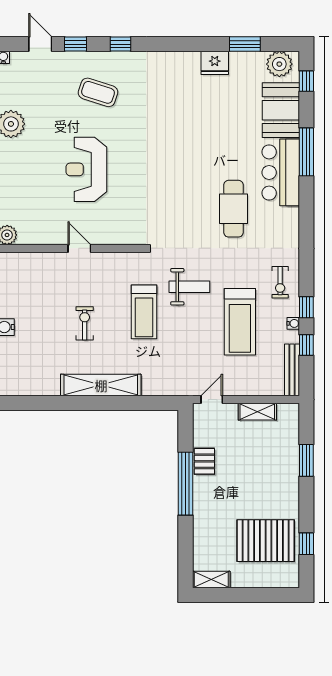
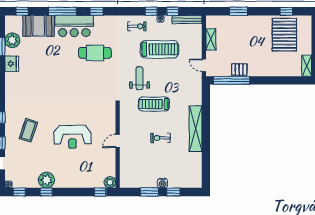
plant: (279, 64) -> (12, 40), moved
window: (306, 212) -> (97, 11), added
treadmill: (144, 312) -> (154, 104), turned 180
window: (186, 484) -> (232, 80), moved

